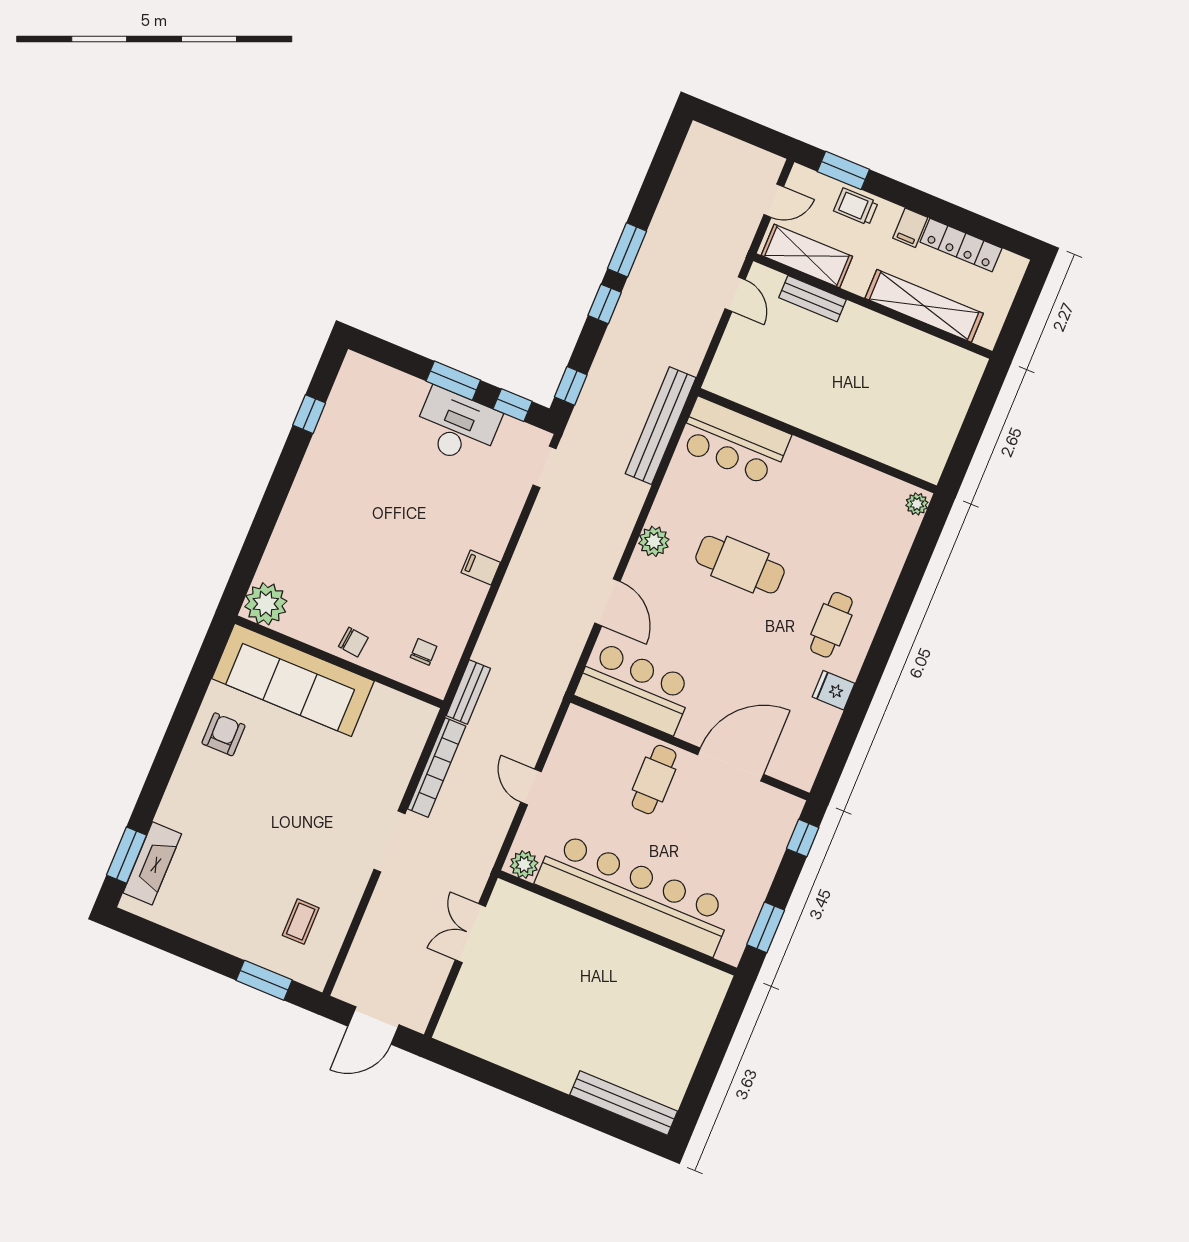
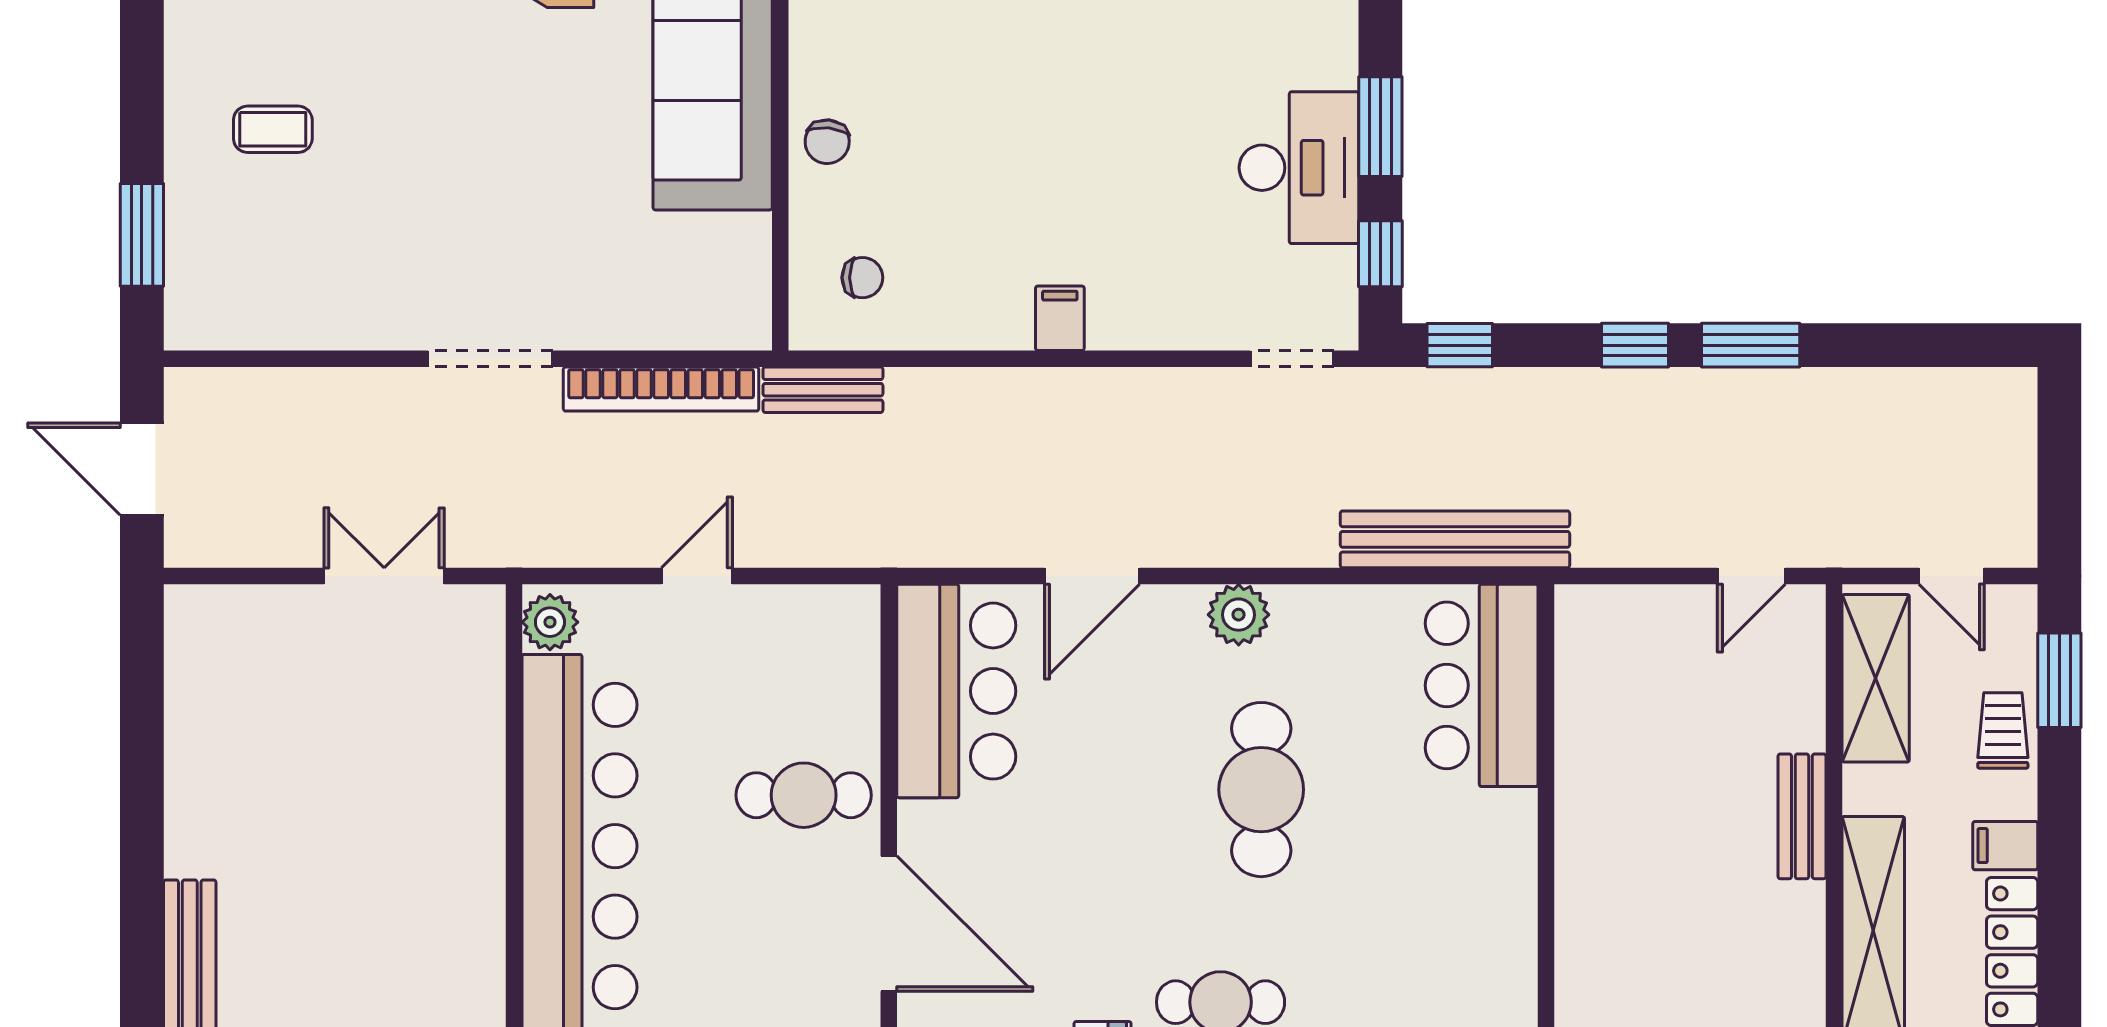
bench: (812, 299) -> (1802, 816), moved
coffee table: (301, 922) -> (273, 129), moved

